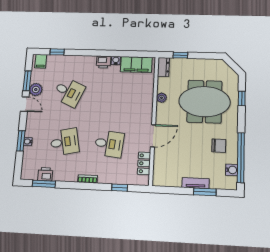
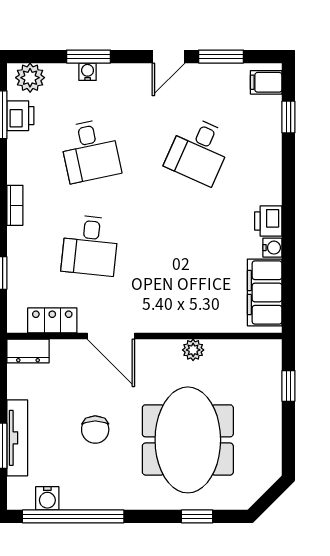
dresser: (163, 67) -> (28, 351), moved
plant: (36, 90) -> (30, 78), moved
chair: (219, 146) -> (95, 430), moved
tv unit: (196, 183) -> (17, 438), width x1.41

